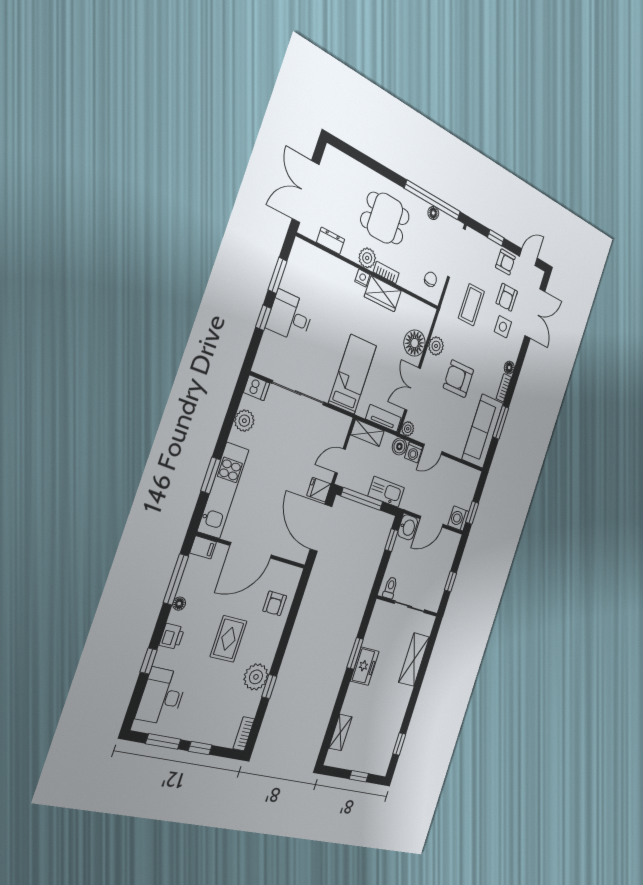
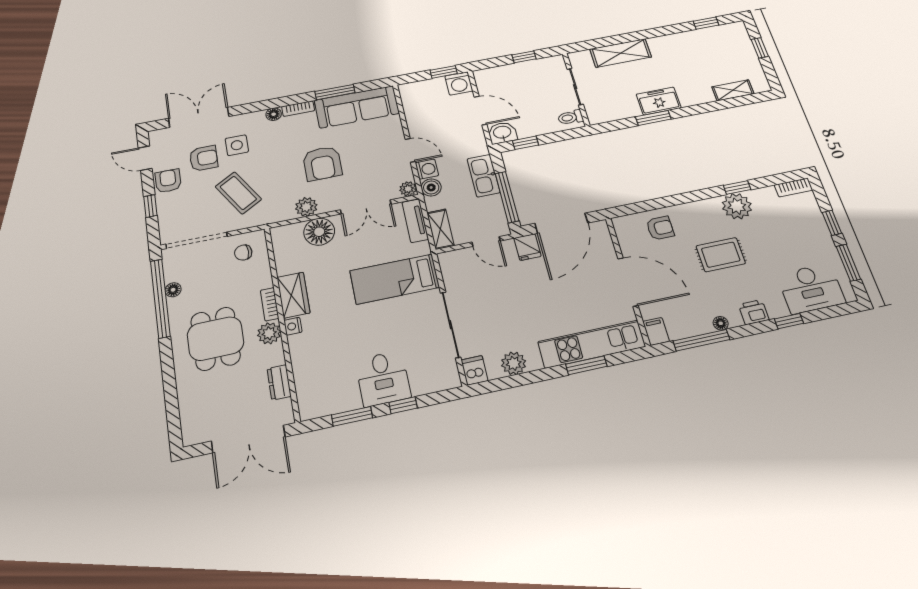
coffee table: (471, 305) -> (238, 193), turned 59

